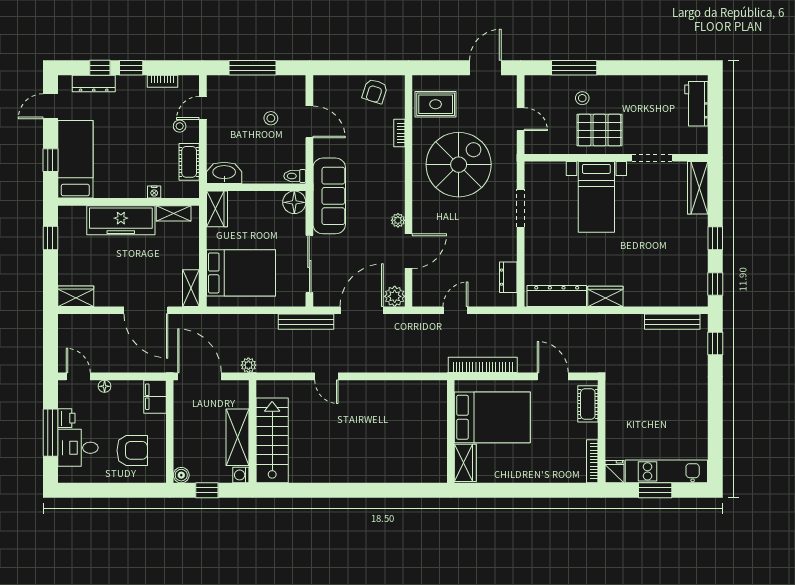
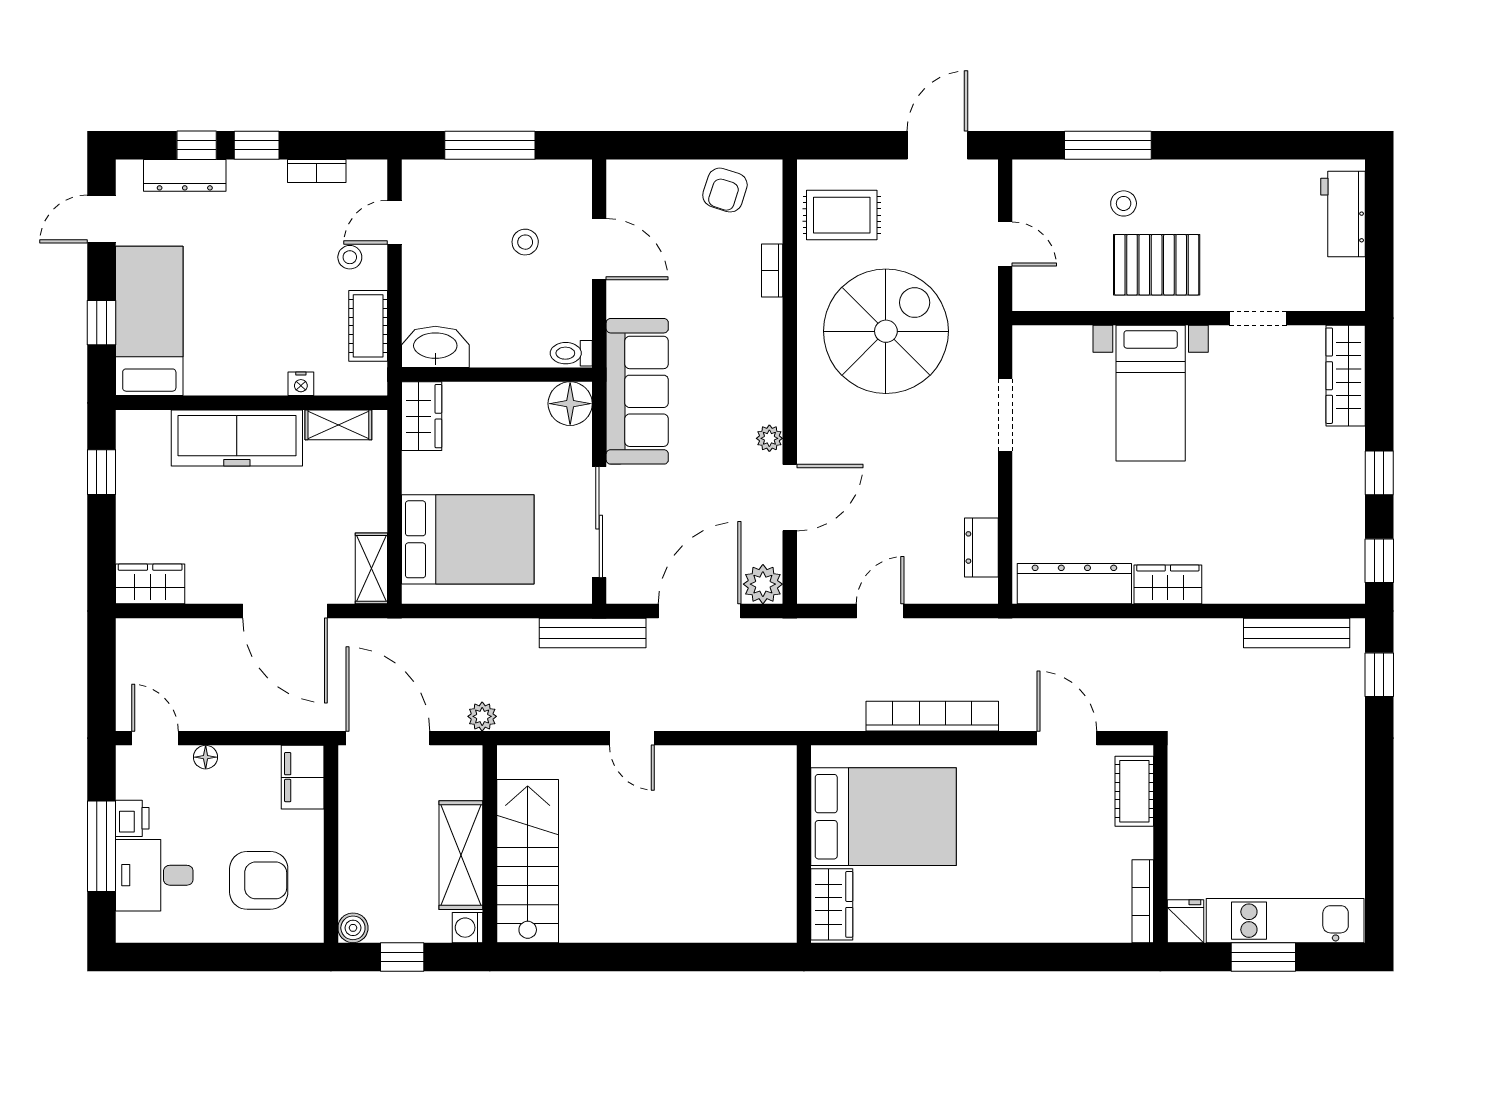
doorway: (652, 158) -> (1258, 318), width x0.73
bed: (492, 417) -> (884, 817), moved
wall: (451, 431) -> (804, 844), moved
wardrobe: (465, 463) -> (832, 904), moved

